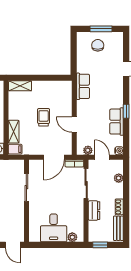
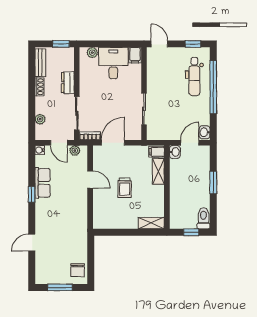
chair: (98, 45) -> (78, 270), moved
row of seats: (83, 86) -> (80, 223), removed
filing cabinet: (34, 235) -> (135, 55), added

